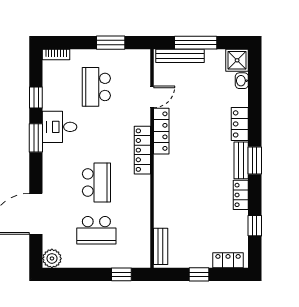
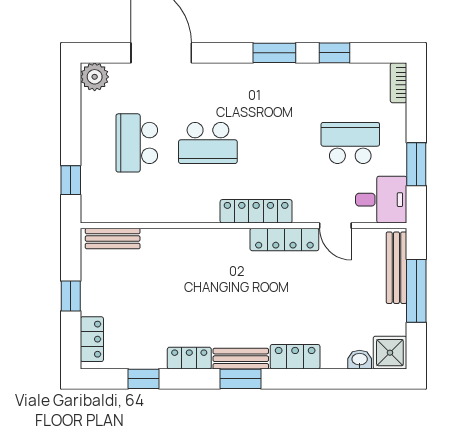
desk: (60, 127) -> (381, 200), moved, turned 90

